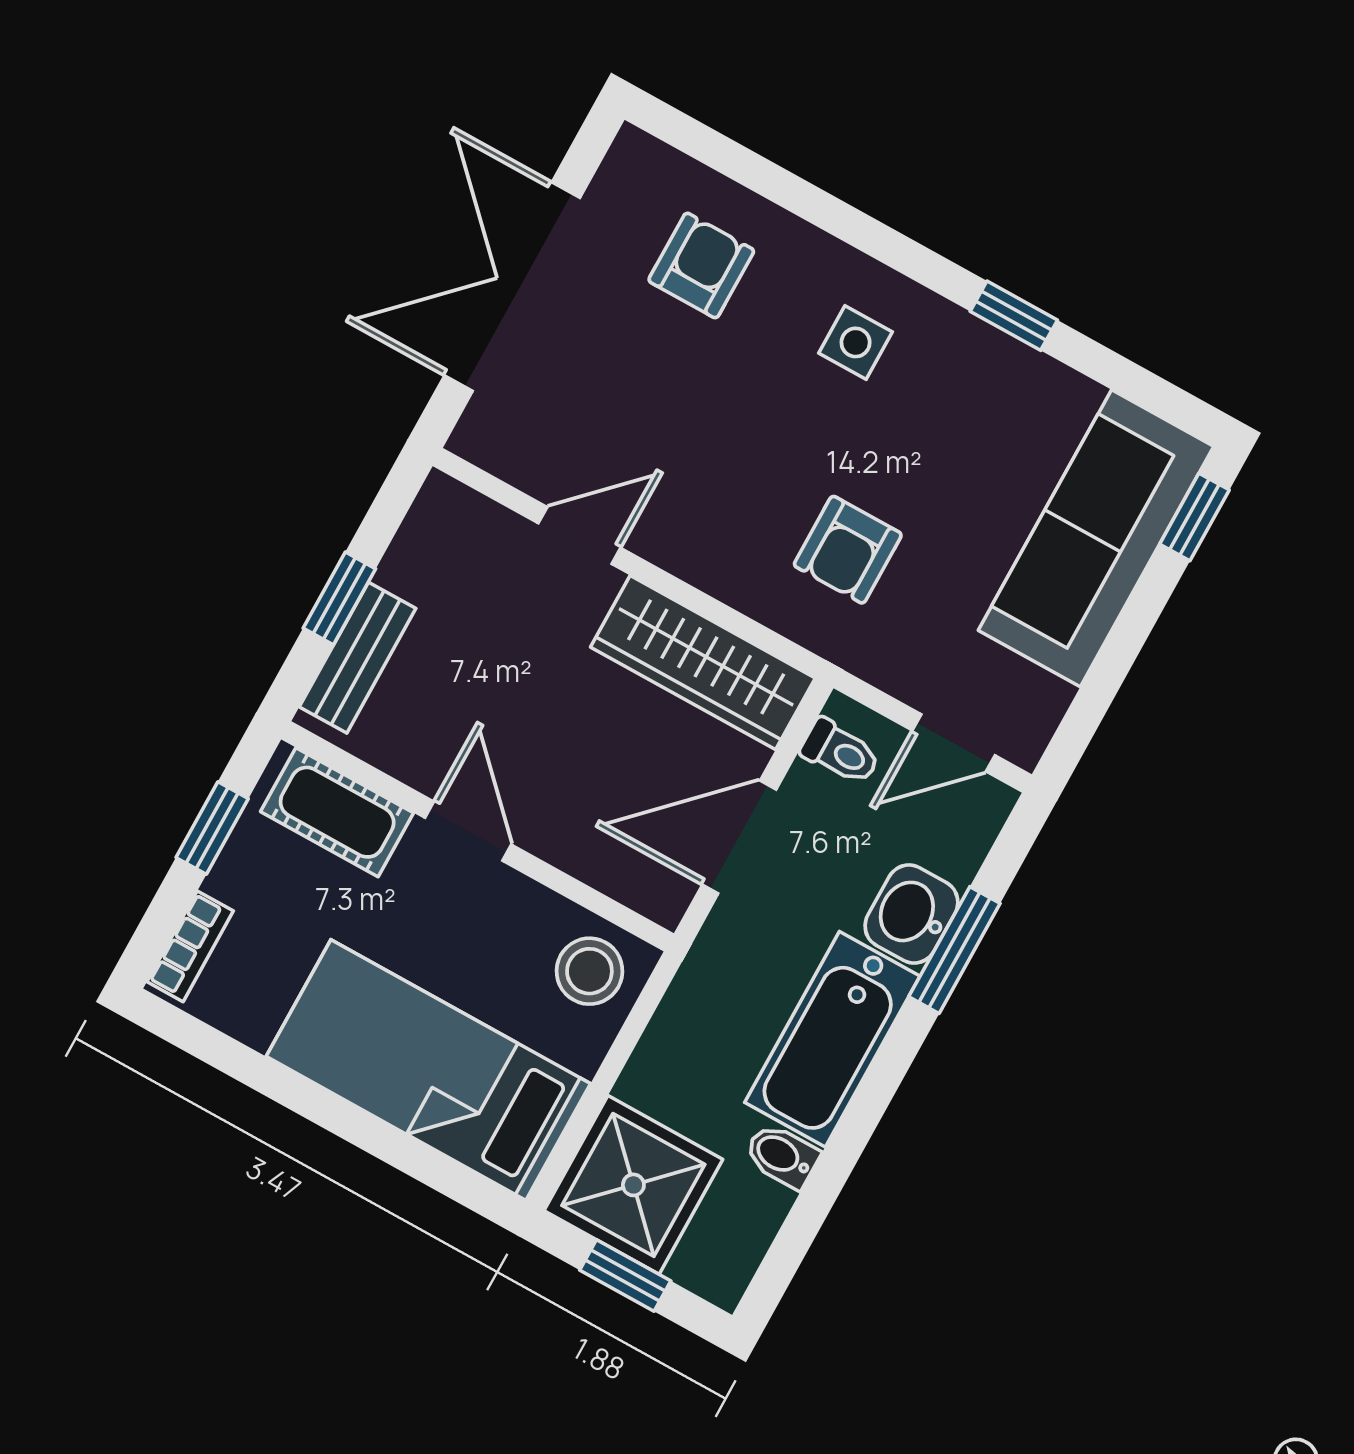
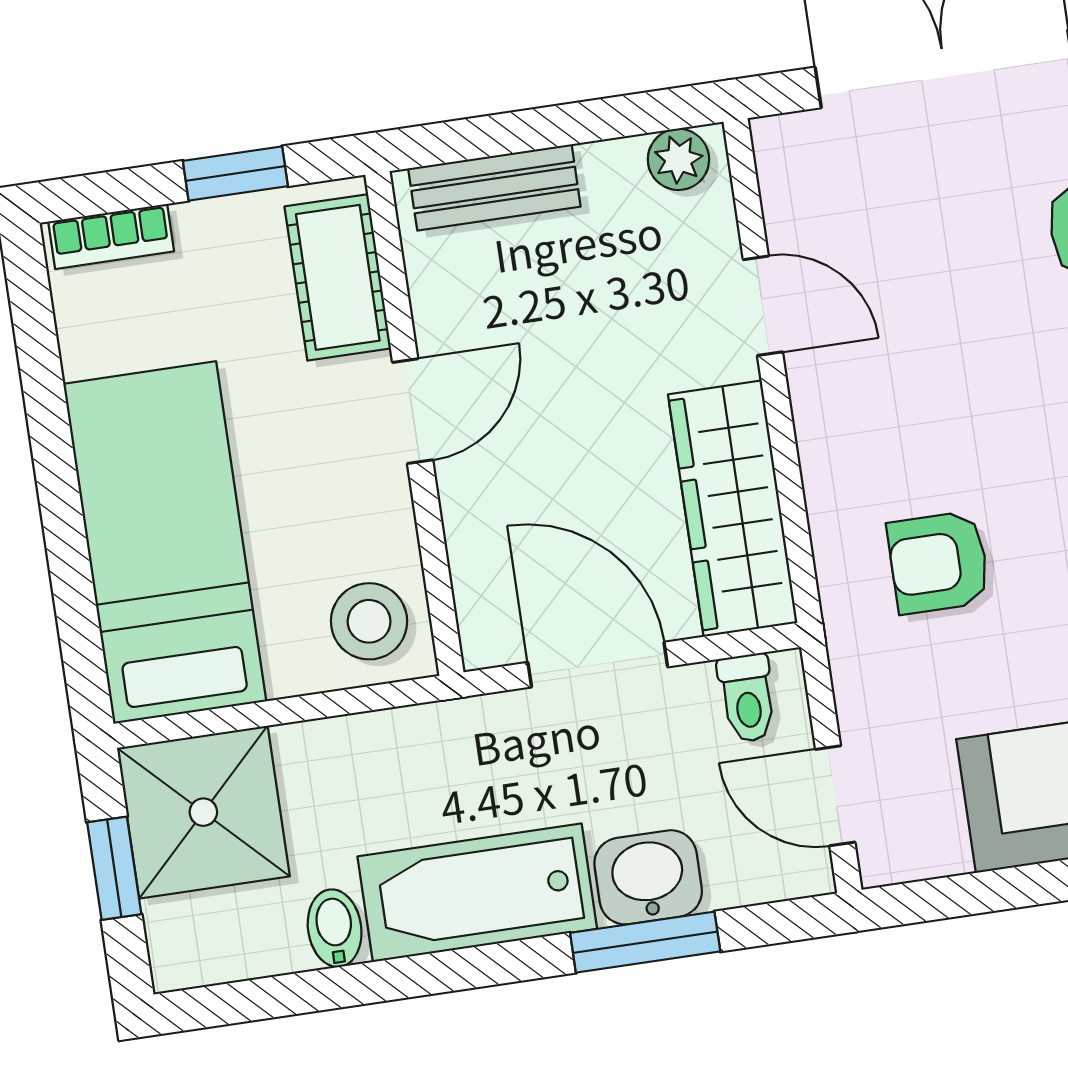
plant: (435, 517) -> (678, 159), added
window: (339, 598) -> (536, 129), removed

